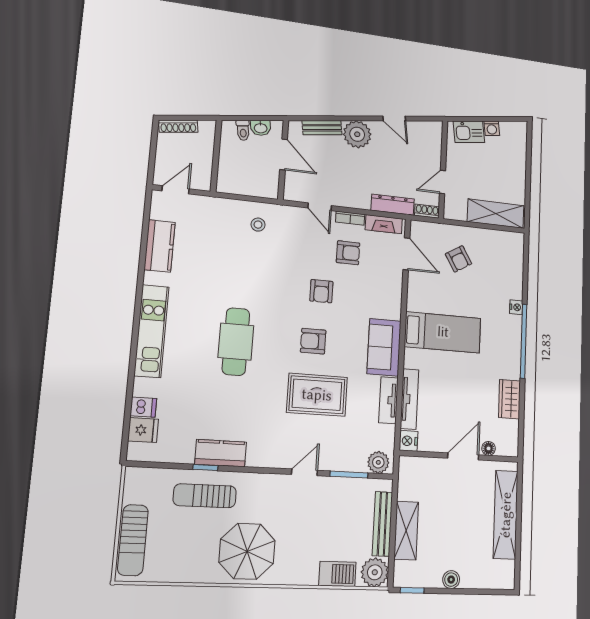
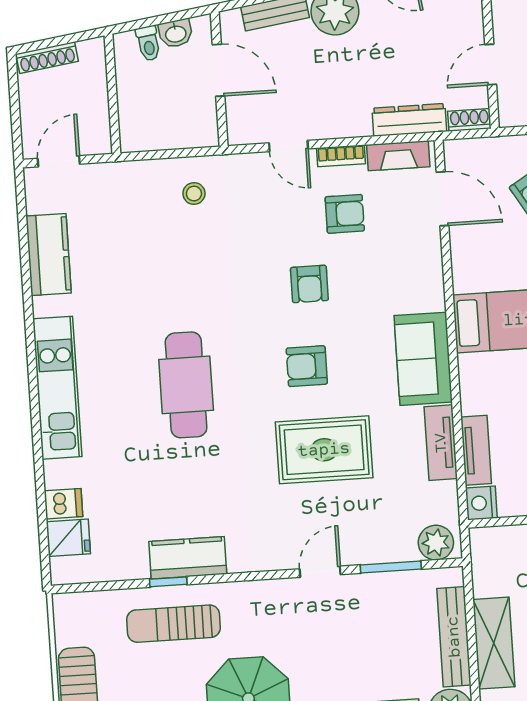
tv unit: (409, 399) -> (476, 450), width x0.71

